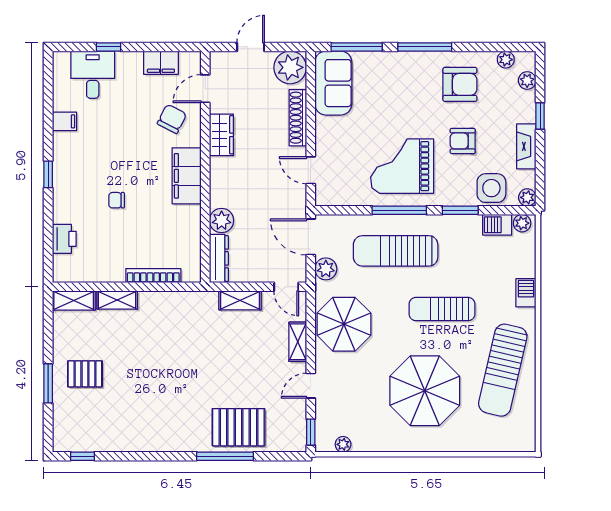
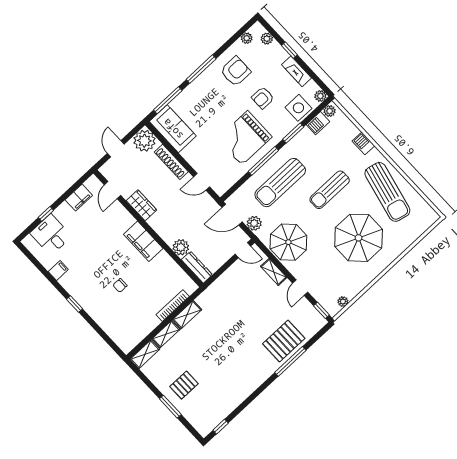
chair: (172, 119) -> (110, 220), removed
printer: (64, 239) -> (112, 328), removed
shelving: (240, 300) -> (187, 315), moved

